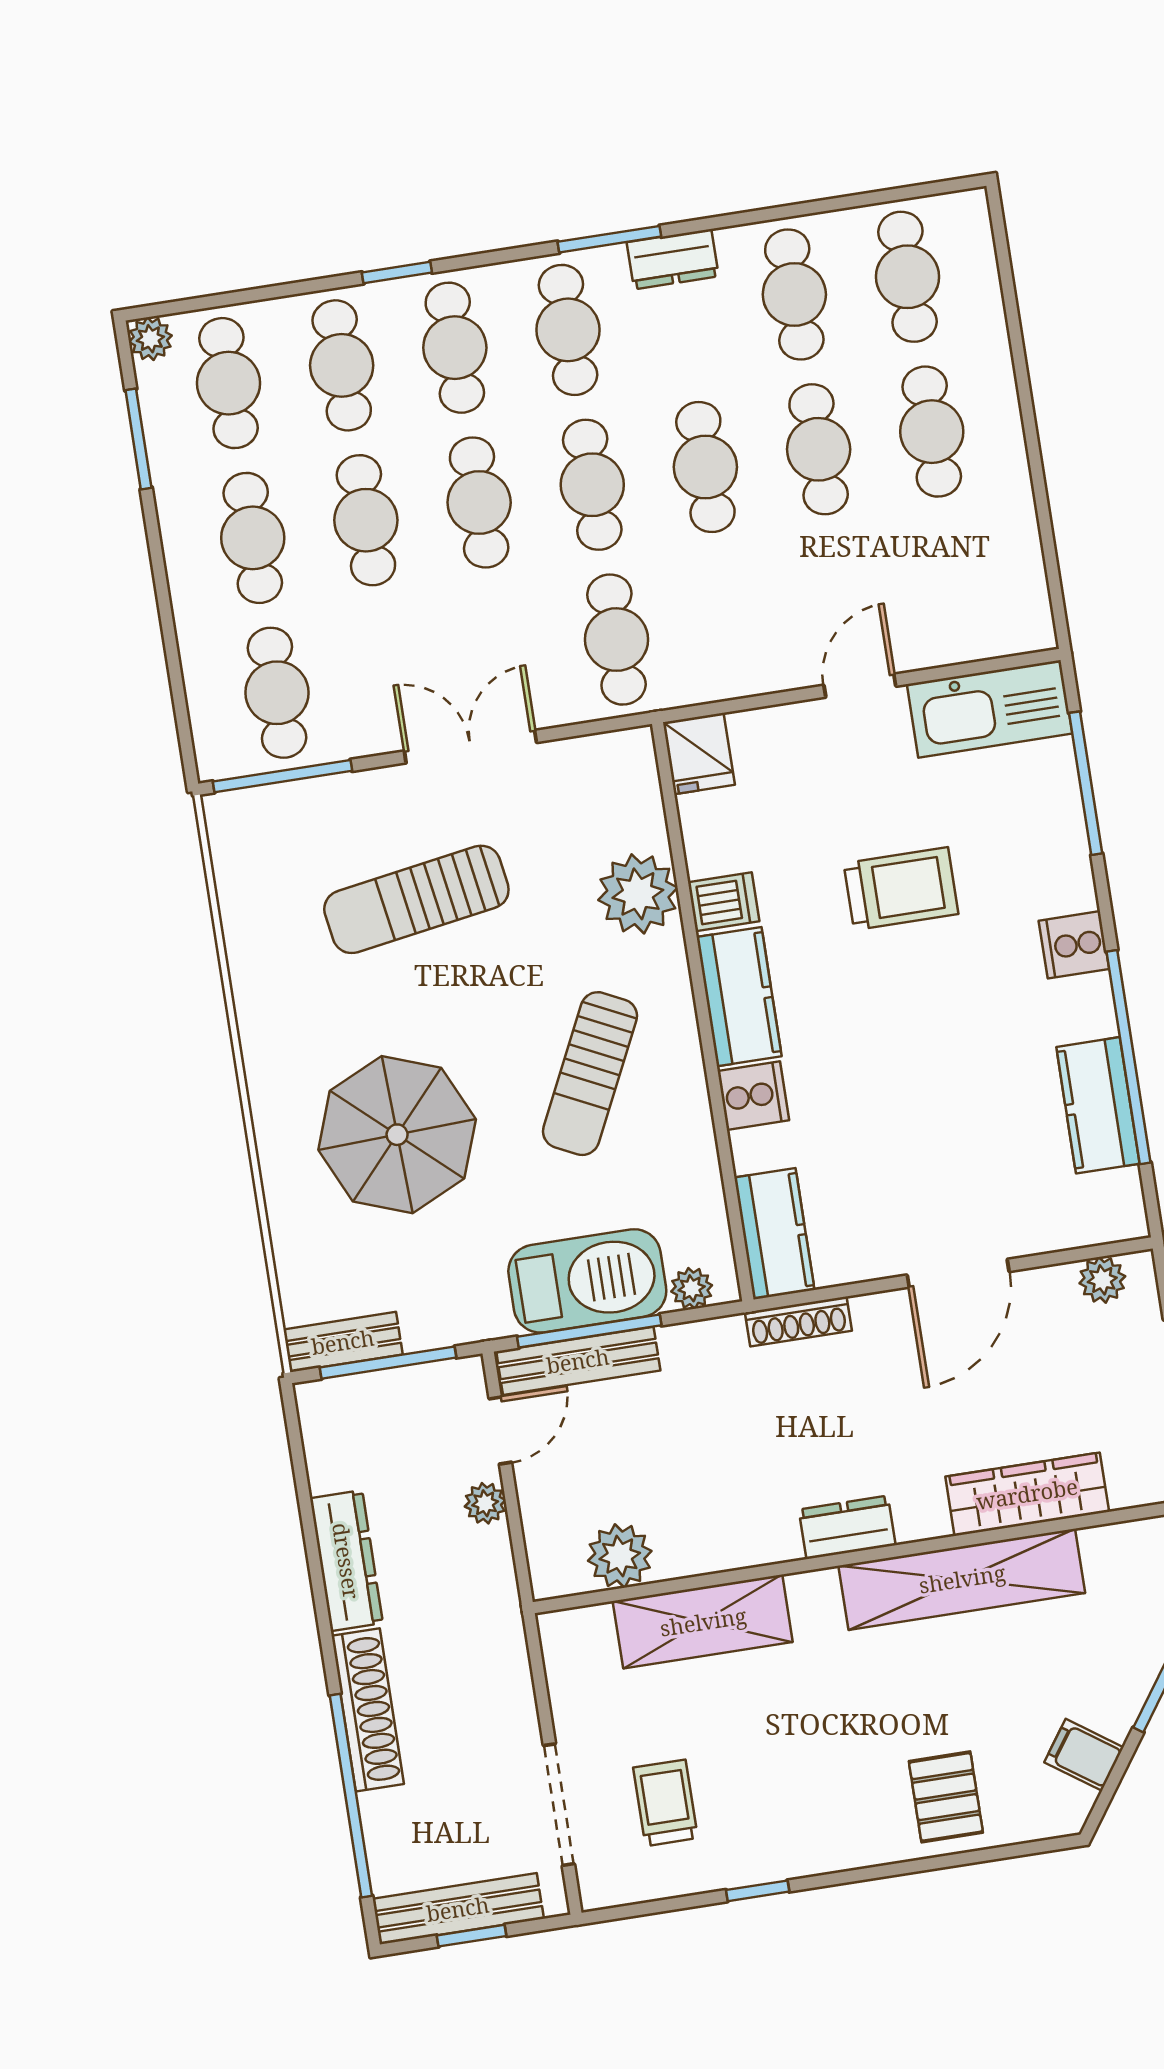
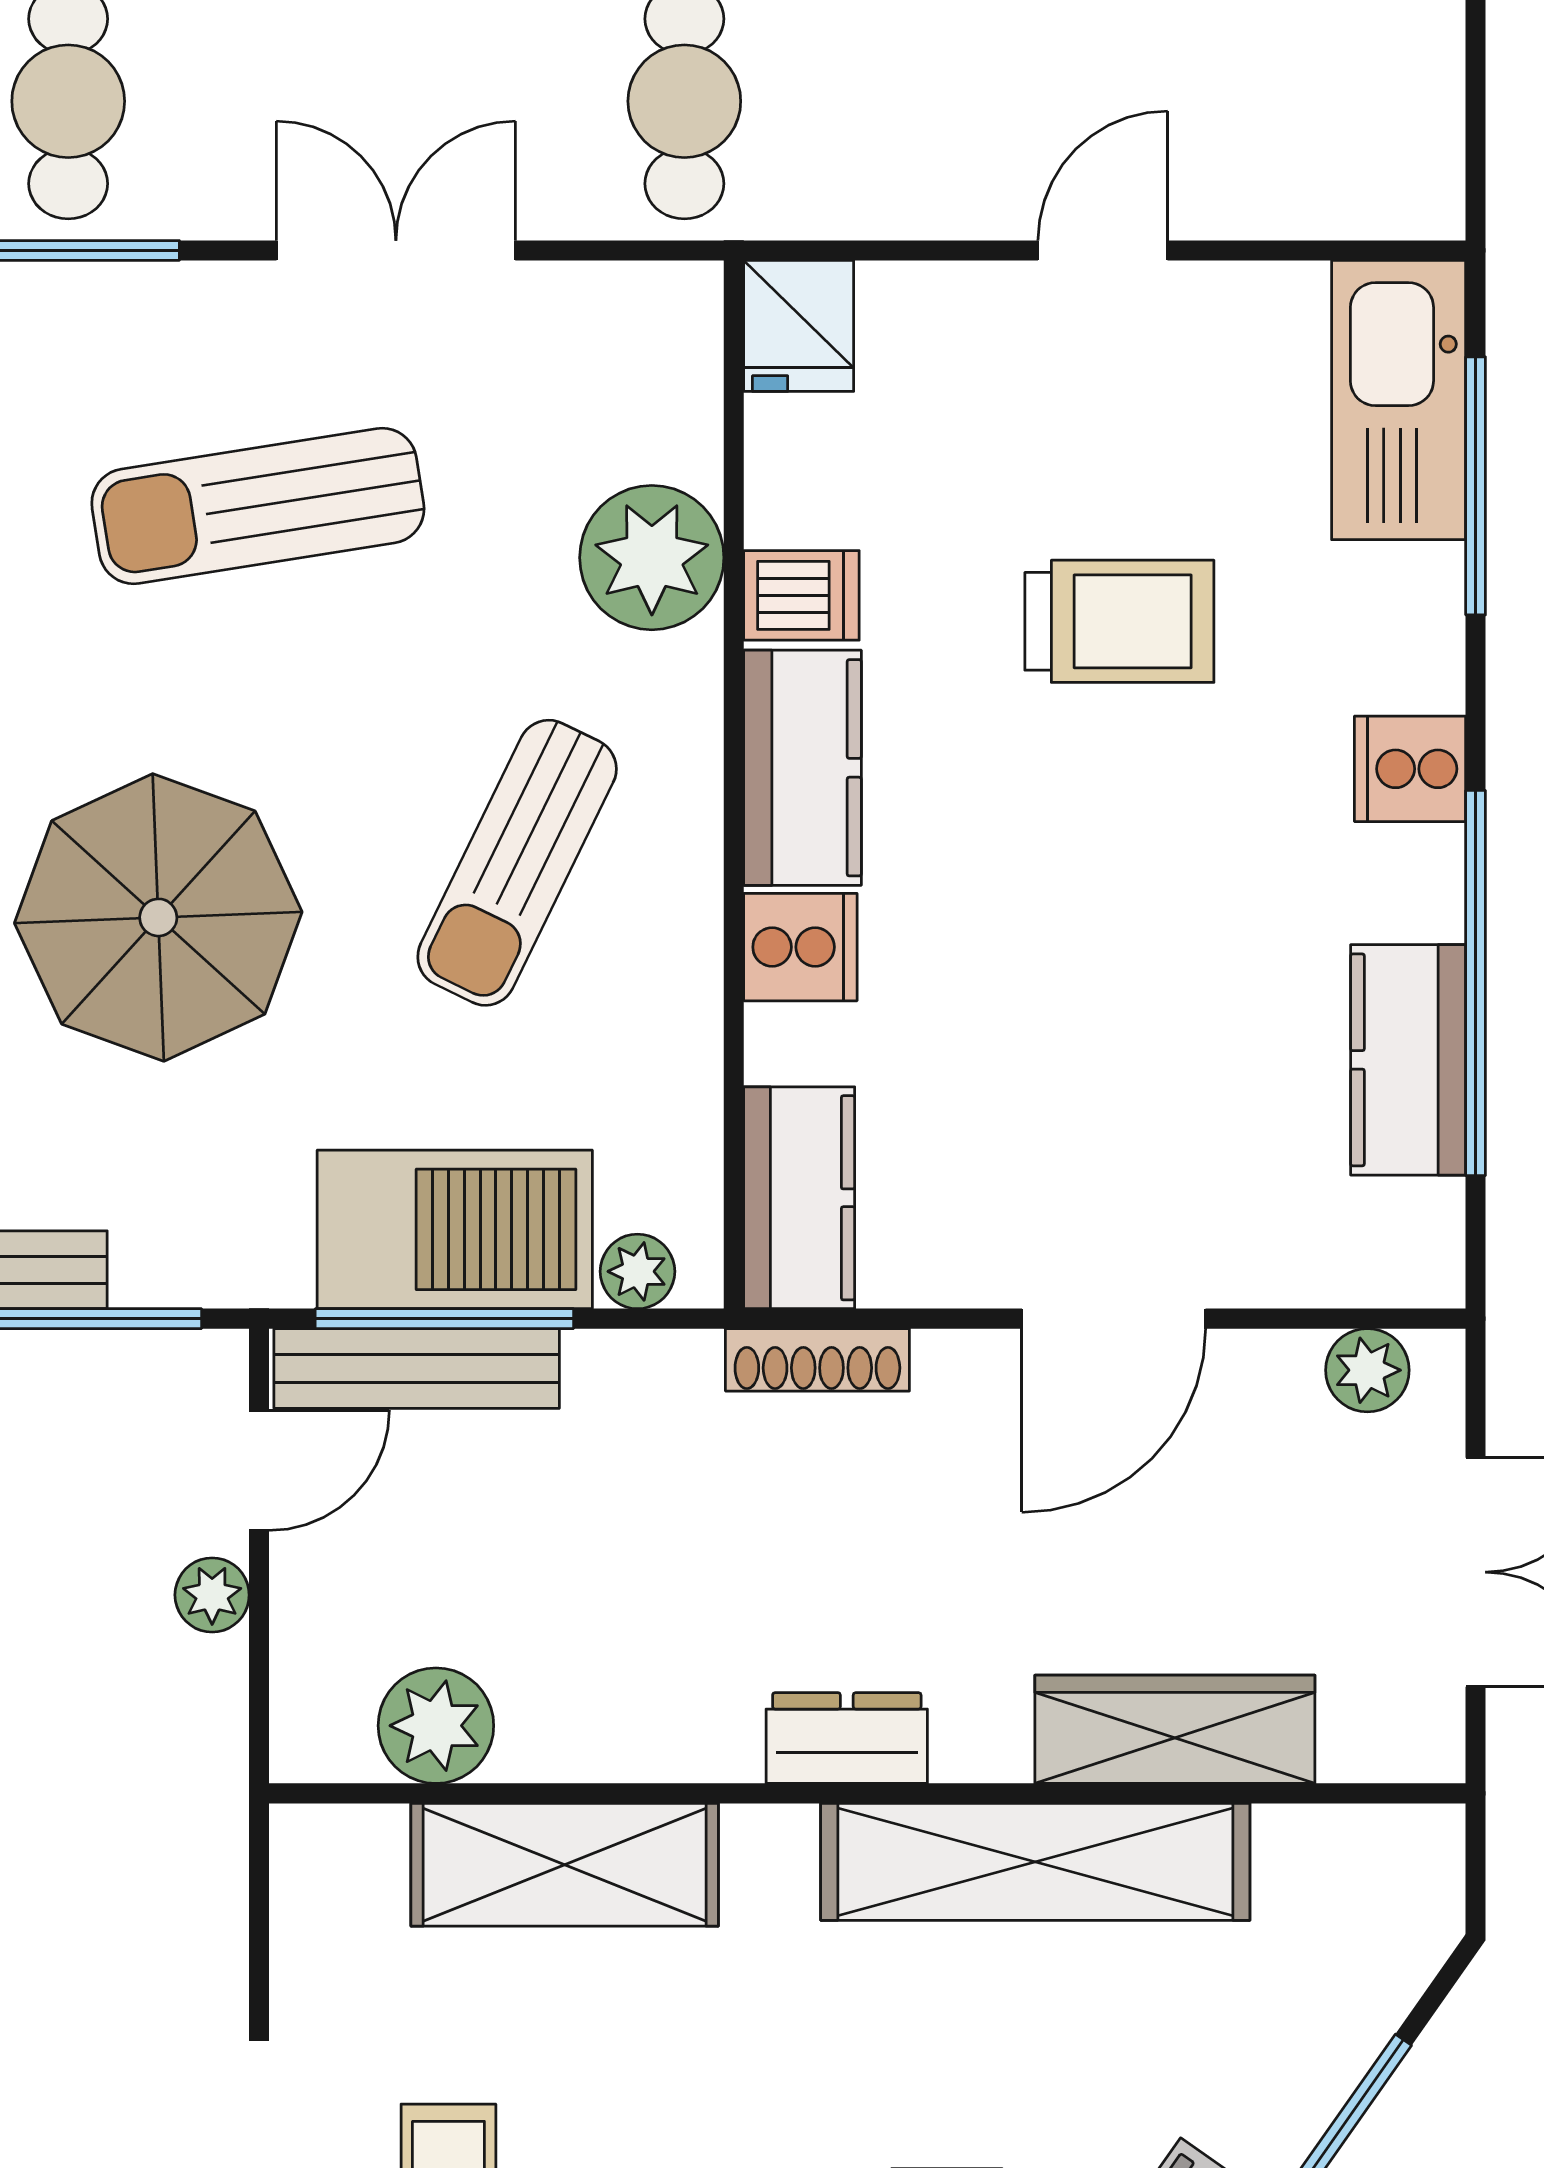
kitchen sink: (990, 709) -> (1399, 400), moved, turned 90

